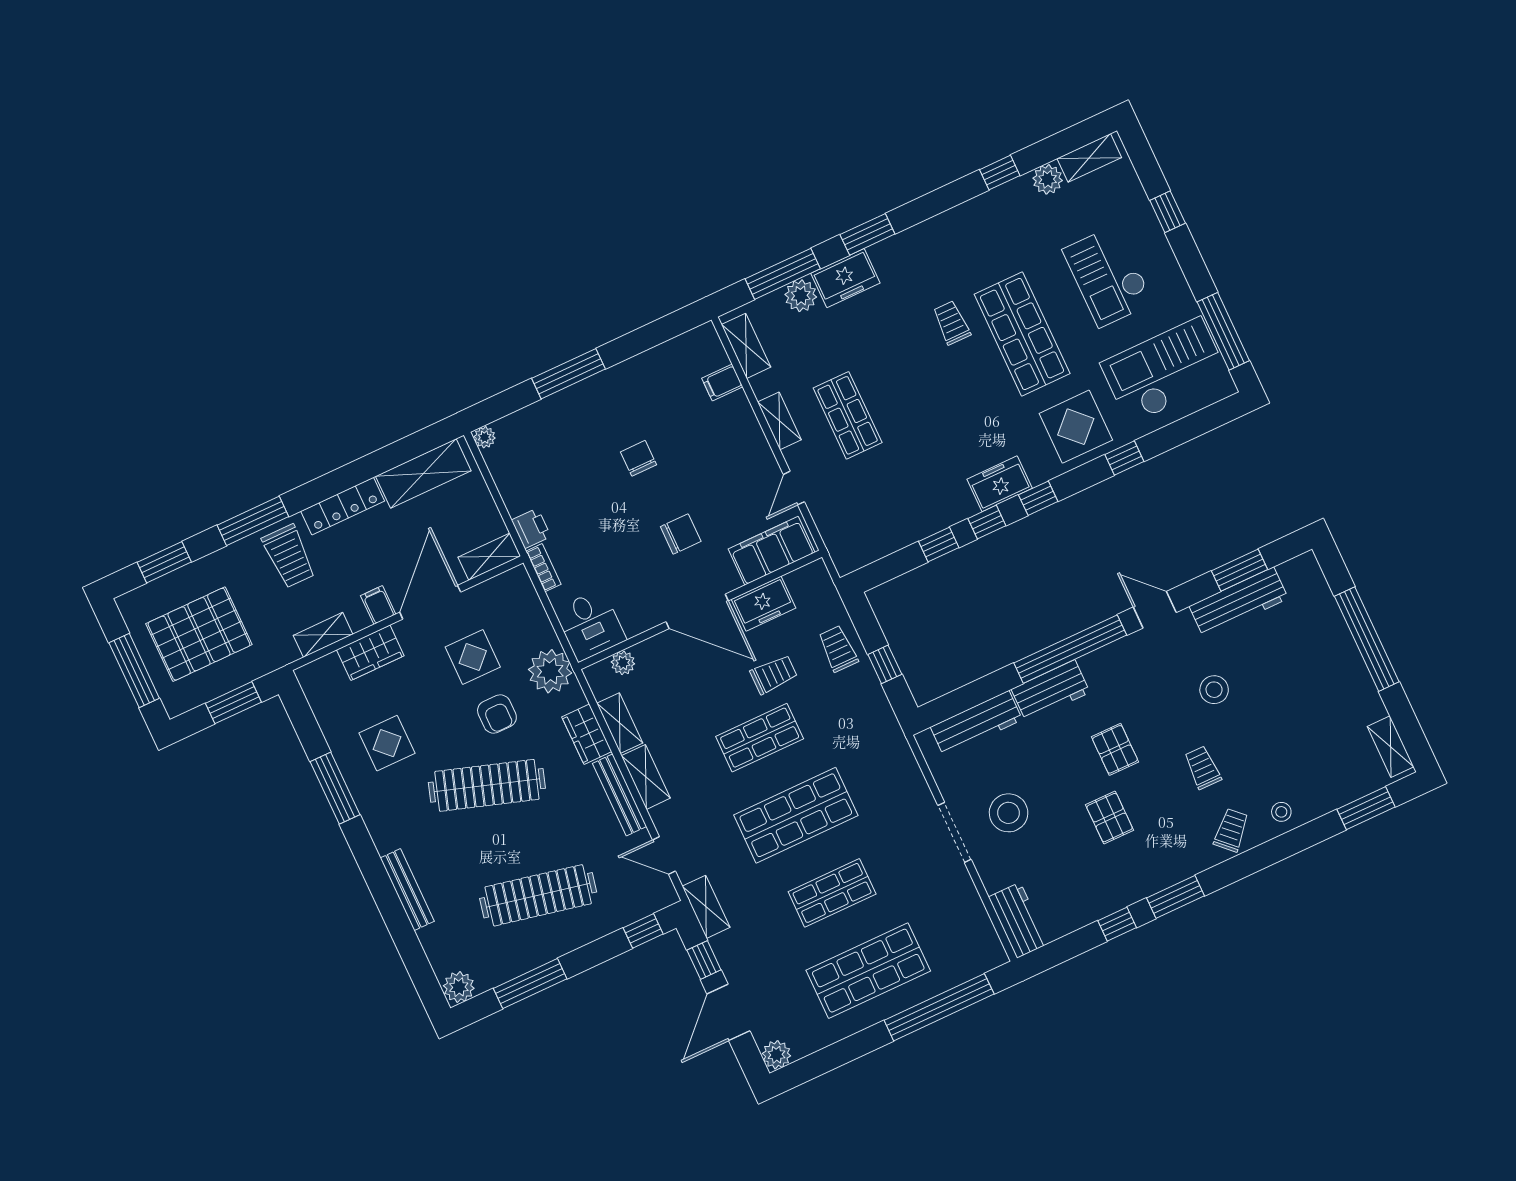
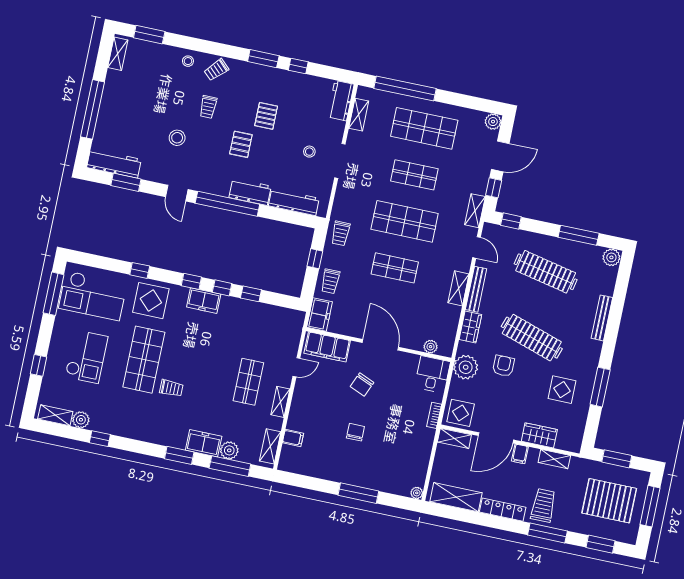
trolley: (952, 323) -> (171, 388), turned -90
chair: (639, 458) -> (355, 432), turned 180
printer: (531, 528) -> (426, 437), removed
chair: (681, 534) -> (362, 385), turned -67
workbench: (1239, 602) -> (114, 163), moved
freezer: (763, 604) -> (320, 315), moved, turned 90
display table: (473, 657) -> (461, 413), moved
trolley: (774, 674) -> (341, 233), moved, turned -90
shelving: (620, 723) -> (359, 115), moved
stool: (1009, 813) -> (309, 152), width x0.53, depth x0.53

